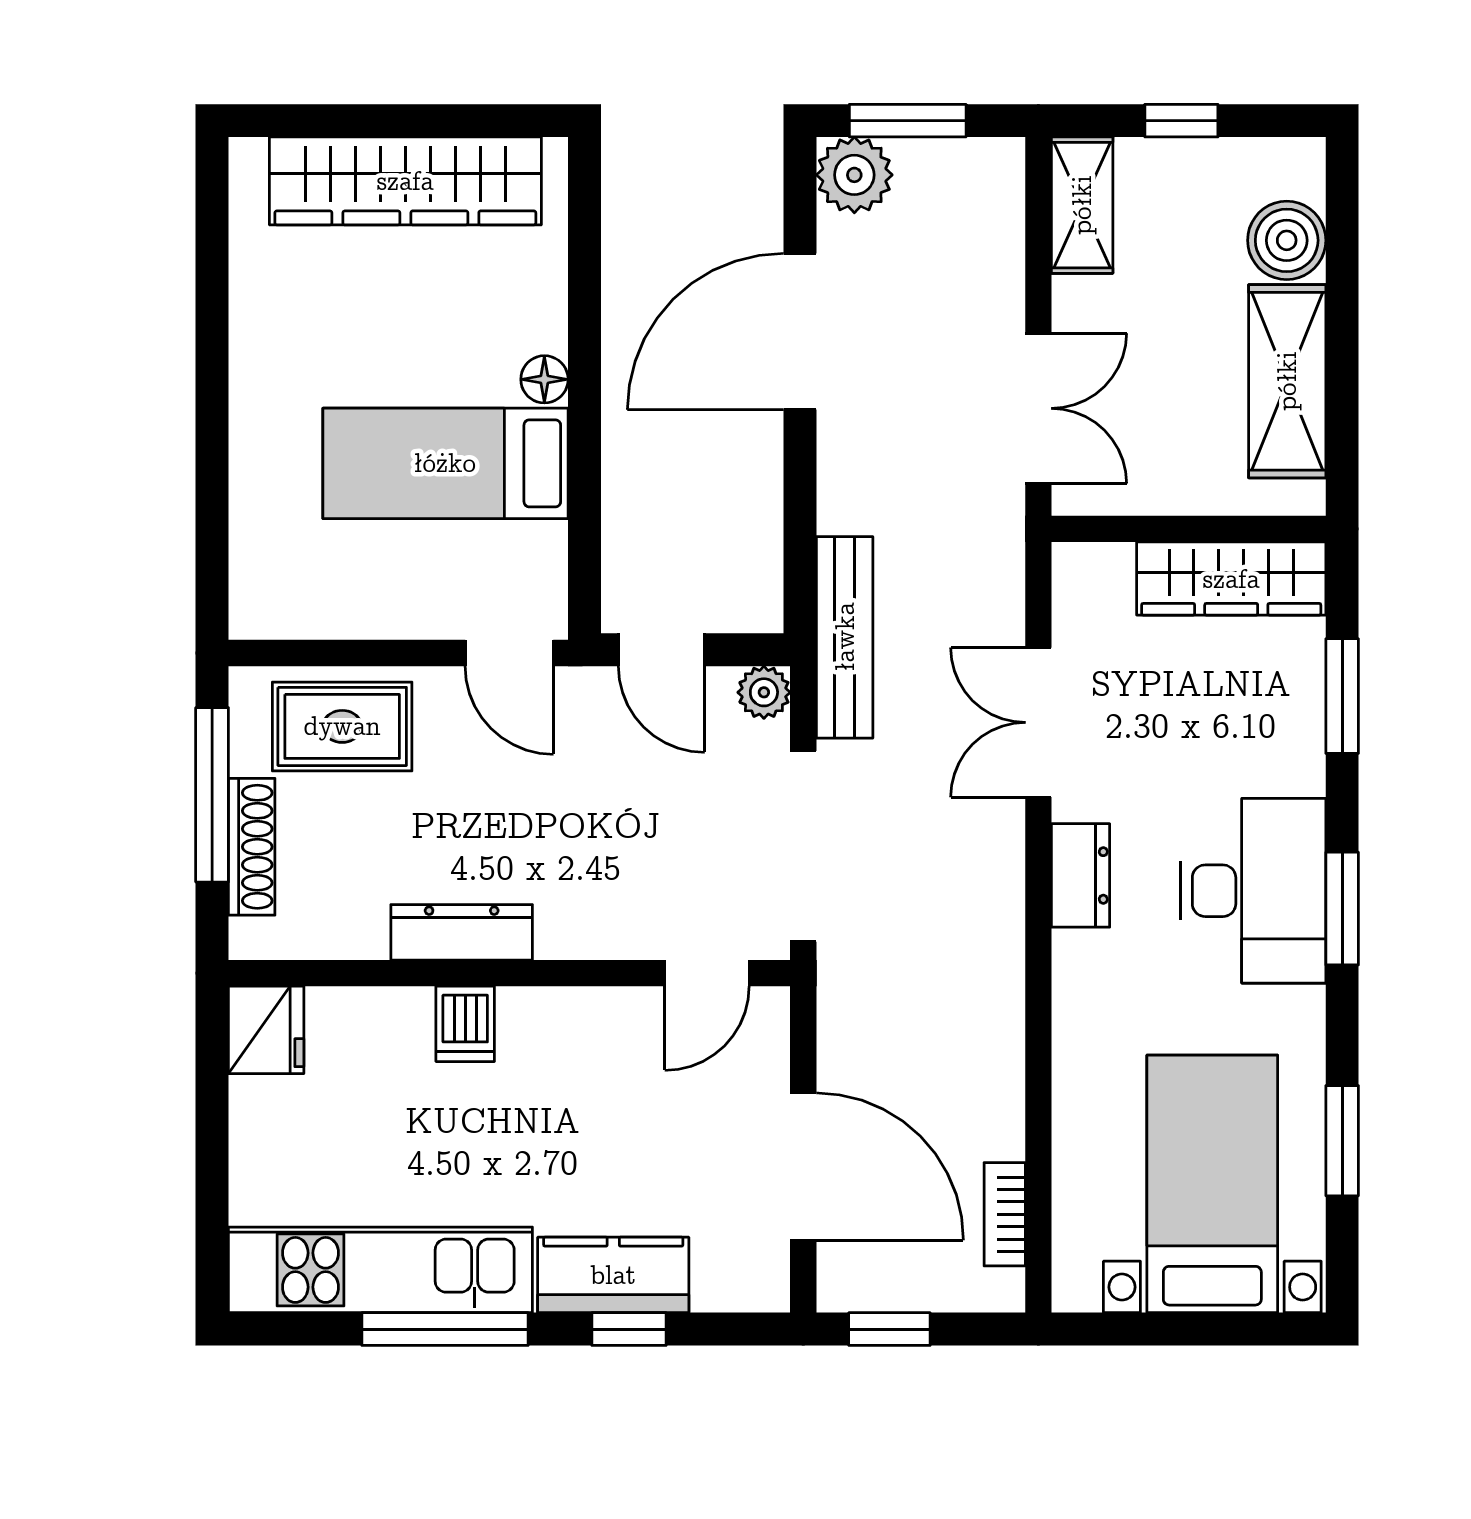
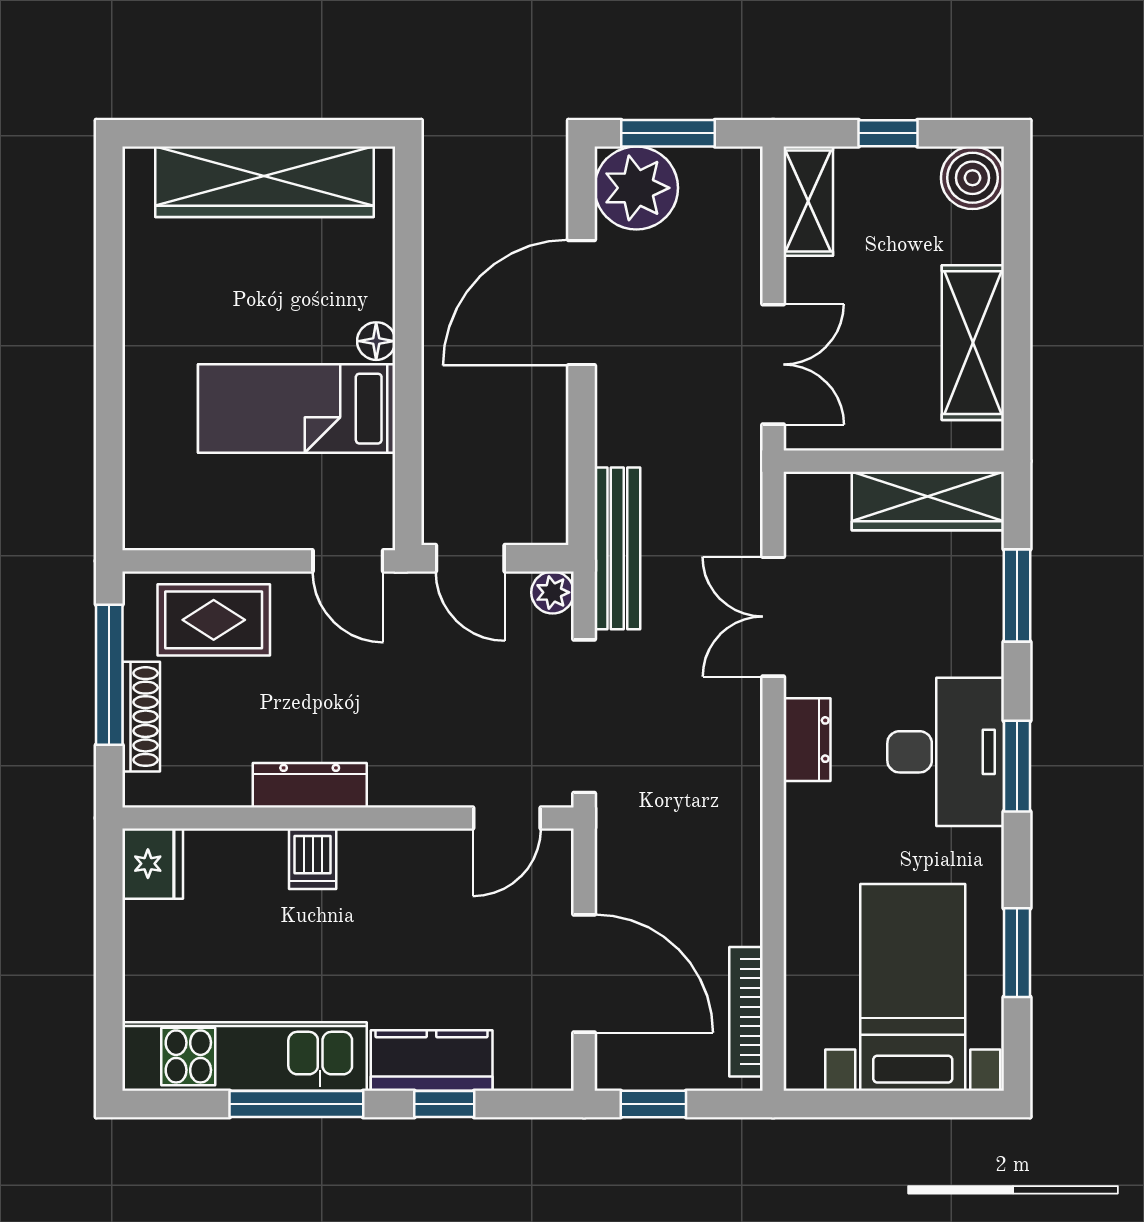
plant: (854, 175) -> (636, 188), width x1.36, depth x1.36
boiler: (1287, 240) -> (973, 178), moved
bookcase: (1005, 1214) -> (746, 1012), width x1.56

